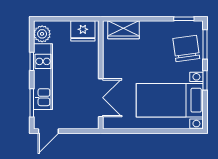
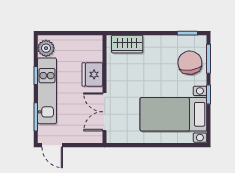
fridge: (83, 31) -> (92, 74), moved, turned 90
double door: (101, 98) -> (105, 112), swing flipped
door: (48, 131) -> (52, 145), hinge flipped

